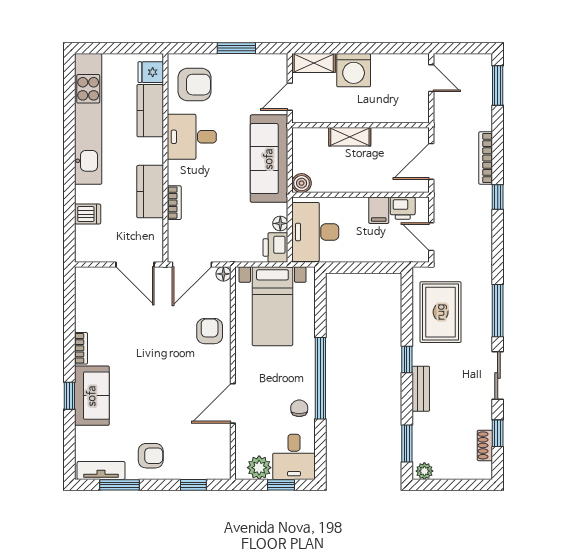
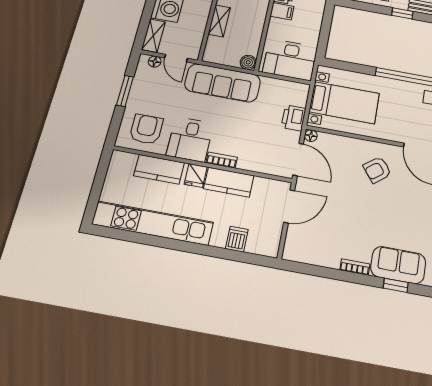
fridge: (151, 72) -> (196, 175), moved
bookcase: (174, 203) -> (222, 160), moved
floor lamp: (280, 223) -> (155, 62), moved
printer: (275, 247) -> (294, 118), moved, turned 90
armchair: (210, 331) -> (377, 170), moved, turned -38

